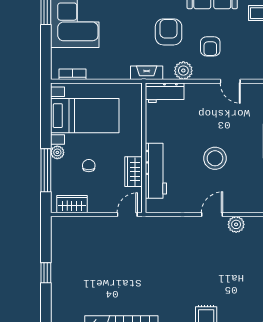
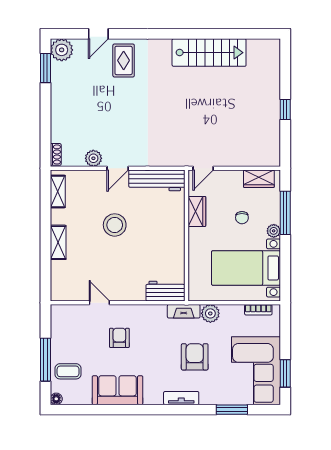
armchair: (169, 32) -> (195, 357), moved, turned 180
plant: (183, 71) -> (210, 313), moved
workbench: (156, 171) -> (157, 180), moved, turned -90

